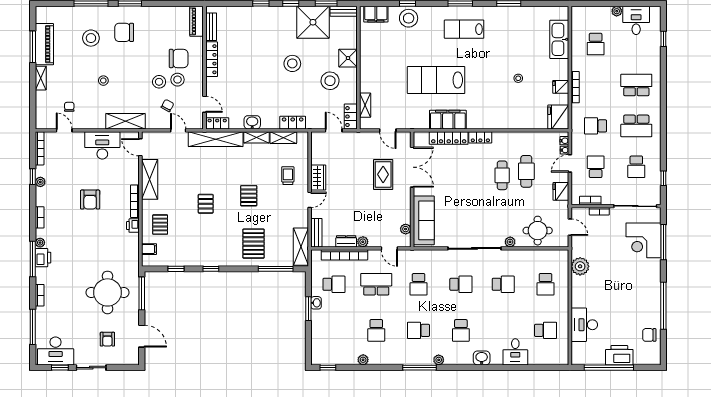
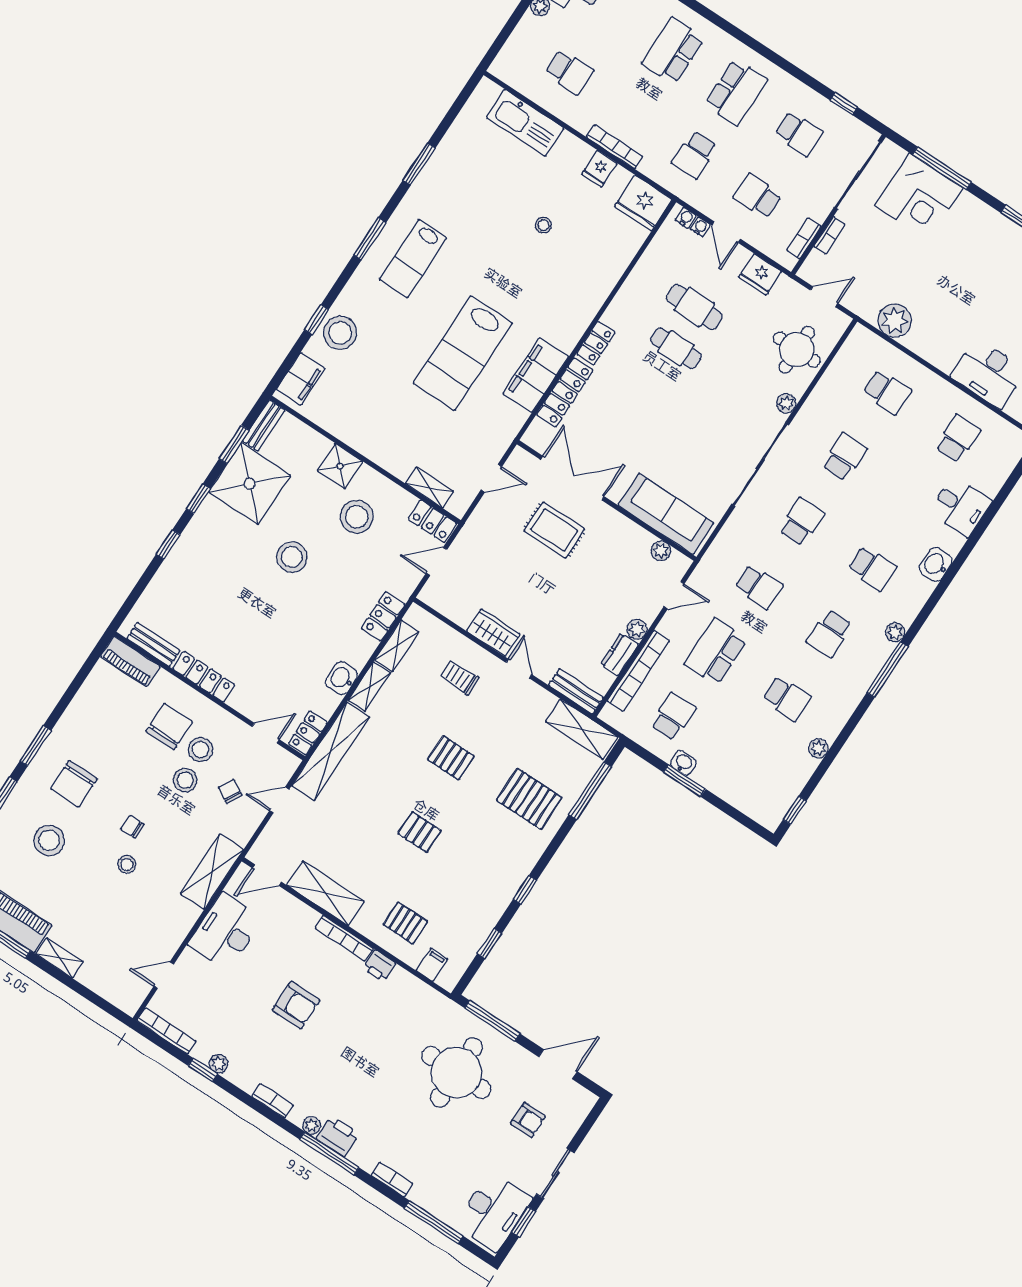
chair: (69, 107) -> (132, 827), moved

